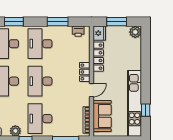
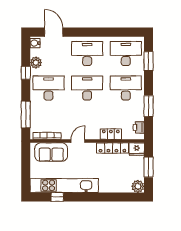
locker: (85, 72) -> (111, 134), moved
door: (91, 90) -> (78, 141), swing flipped

